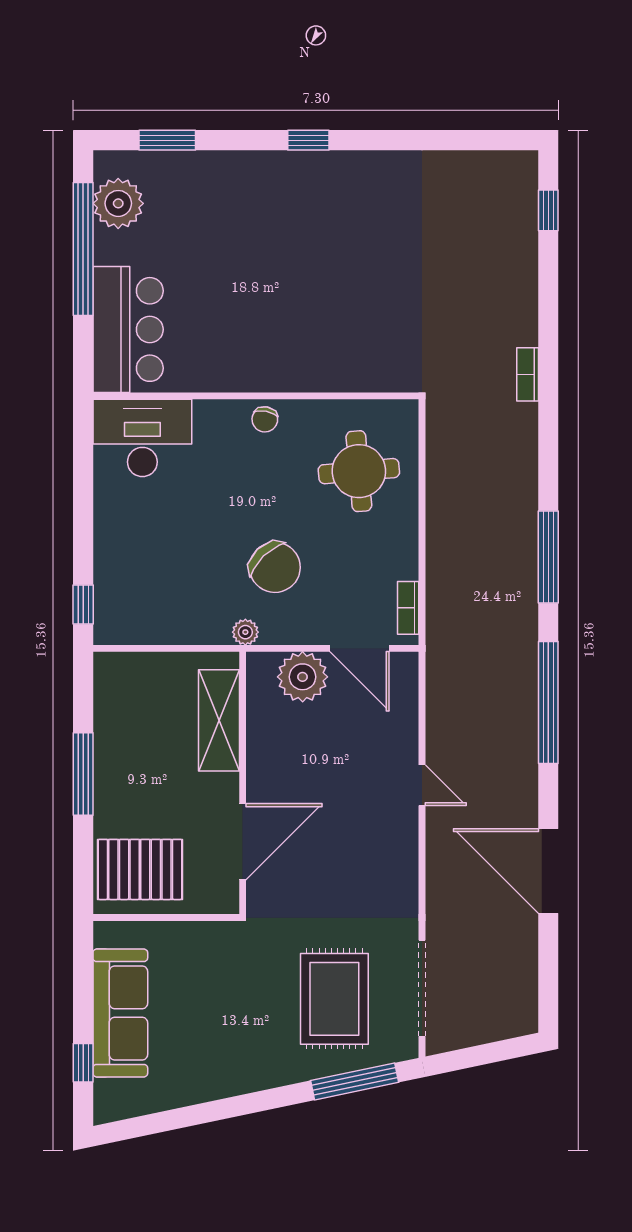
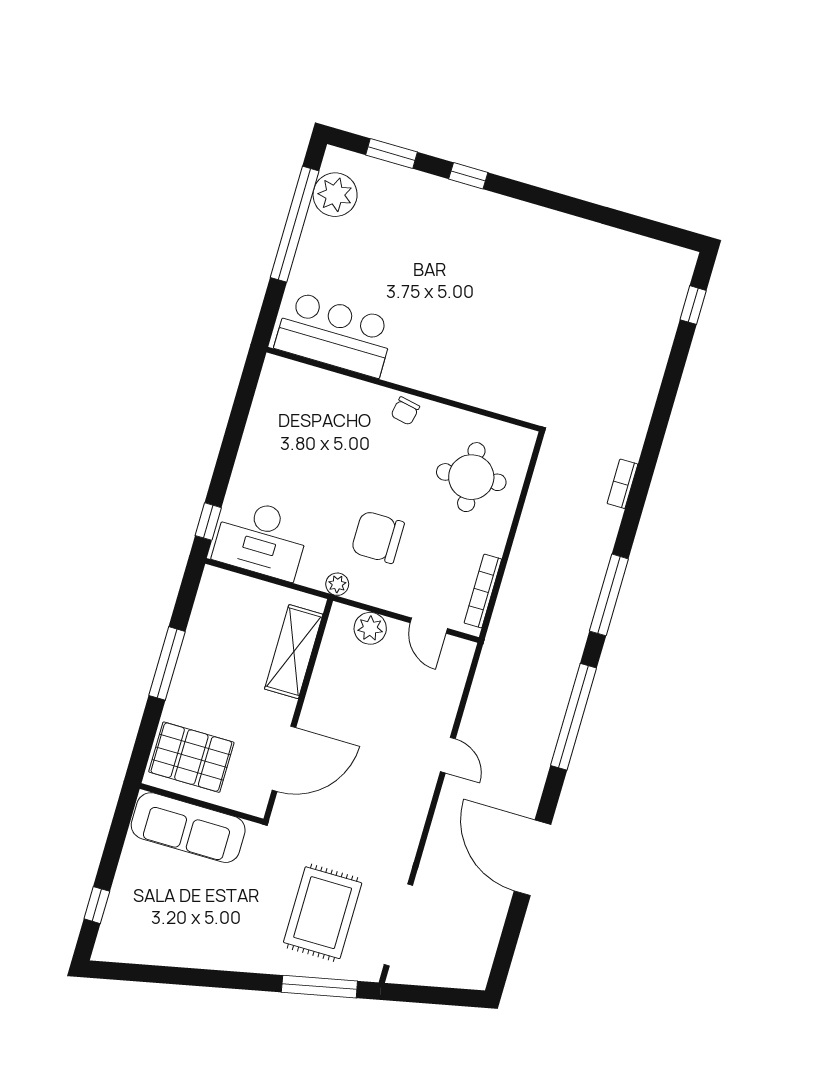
window: (308, 140) -> (468, 176), moved
bar counter: (128, 329) -> (335, 334), moved, turned -90
bookcase: (528, 374) -> (622, 484), moved
desk: (142, 438) -> (261, 539), moved, turned 180
chair: (275, 567) -> (378, 537), turned 134
bookcase: (408, 608) -> (483, 591), width x1.56
door: (359, 648) -> (429, 626), width x0.73
plant: (303, 677) -> (370, 628), width x0.73, depth x0.73
sofa: (120, 1013) -> (188, 828), moved, turned 90

